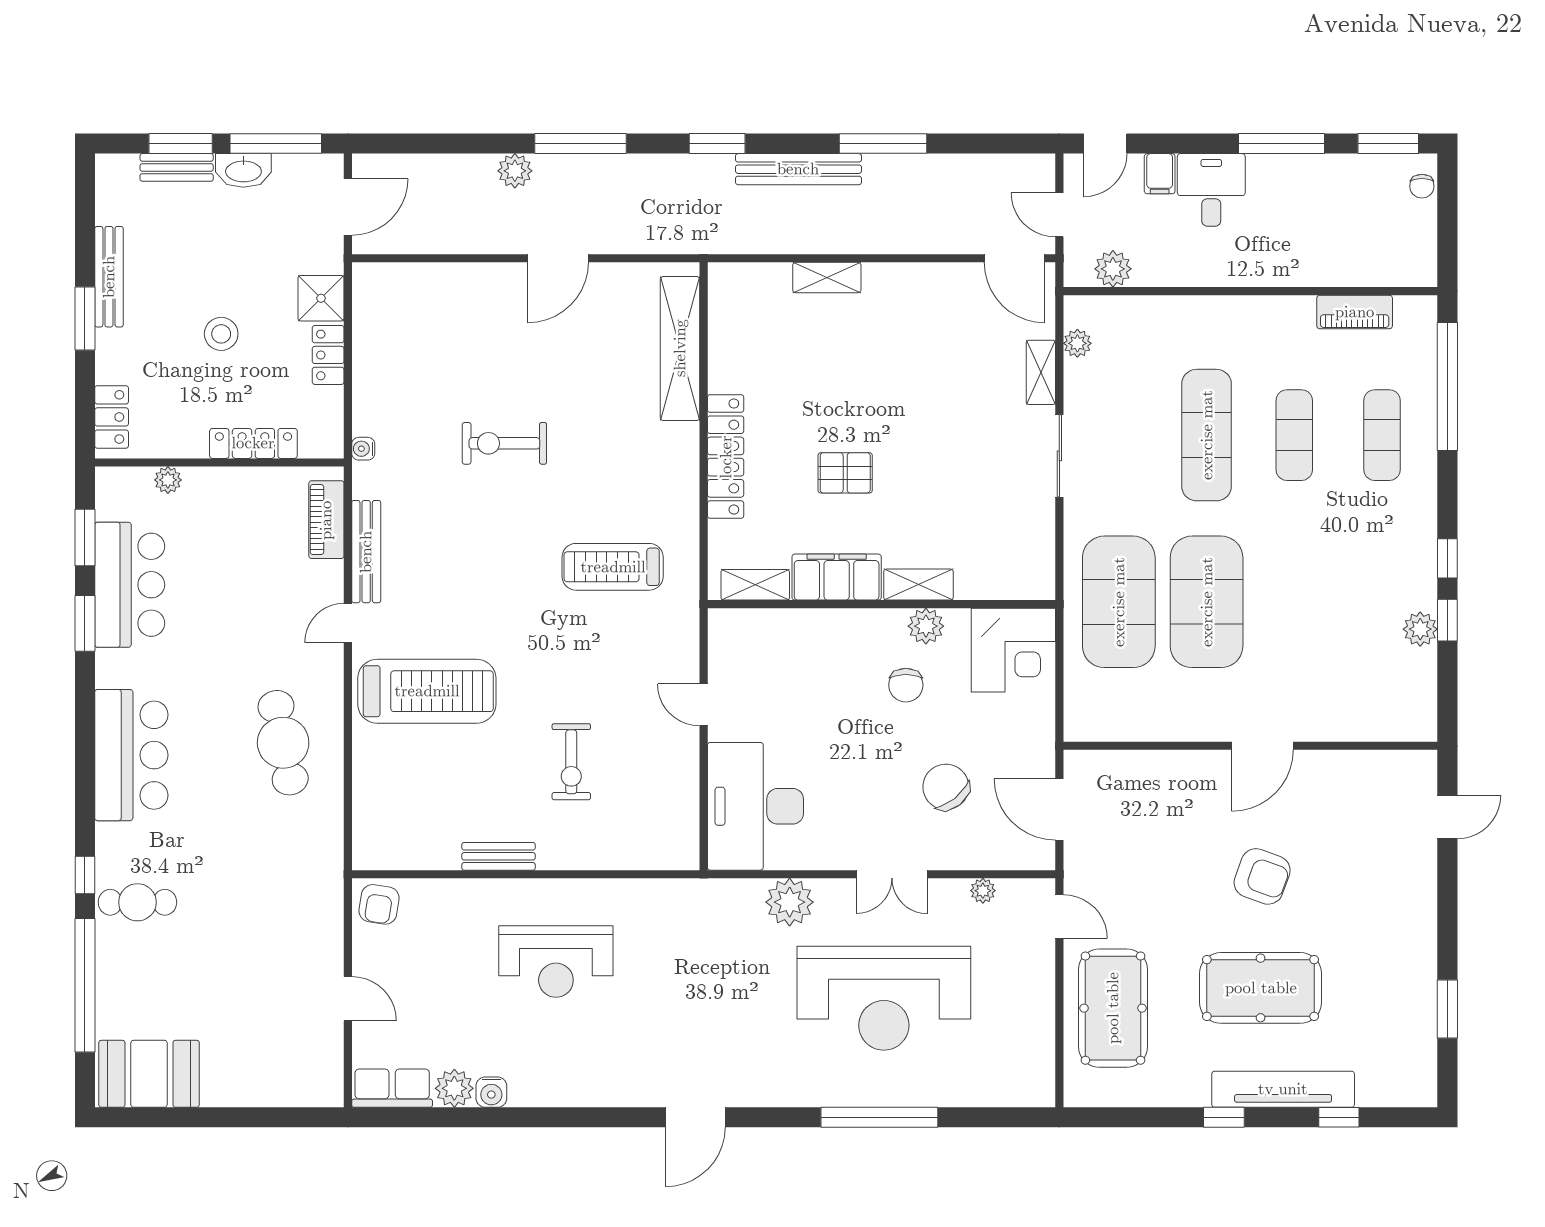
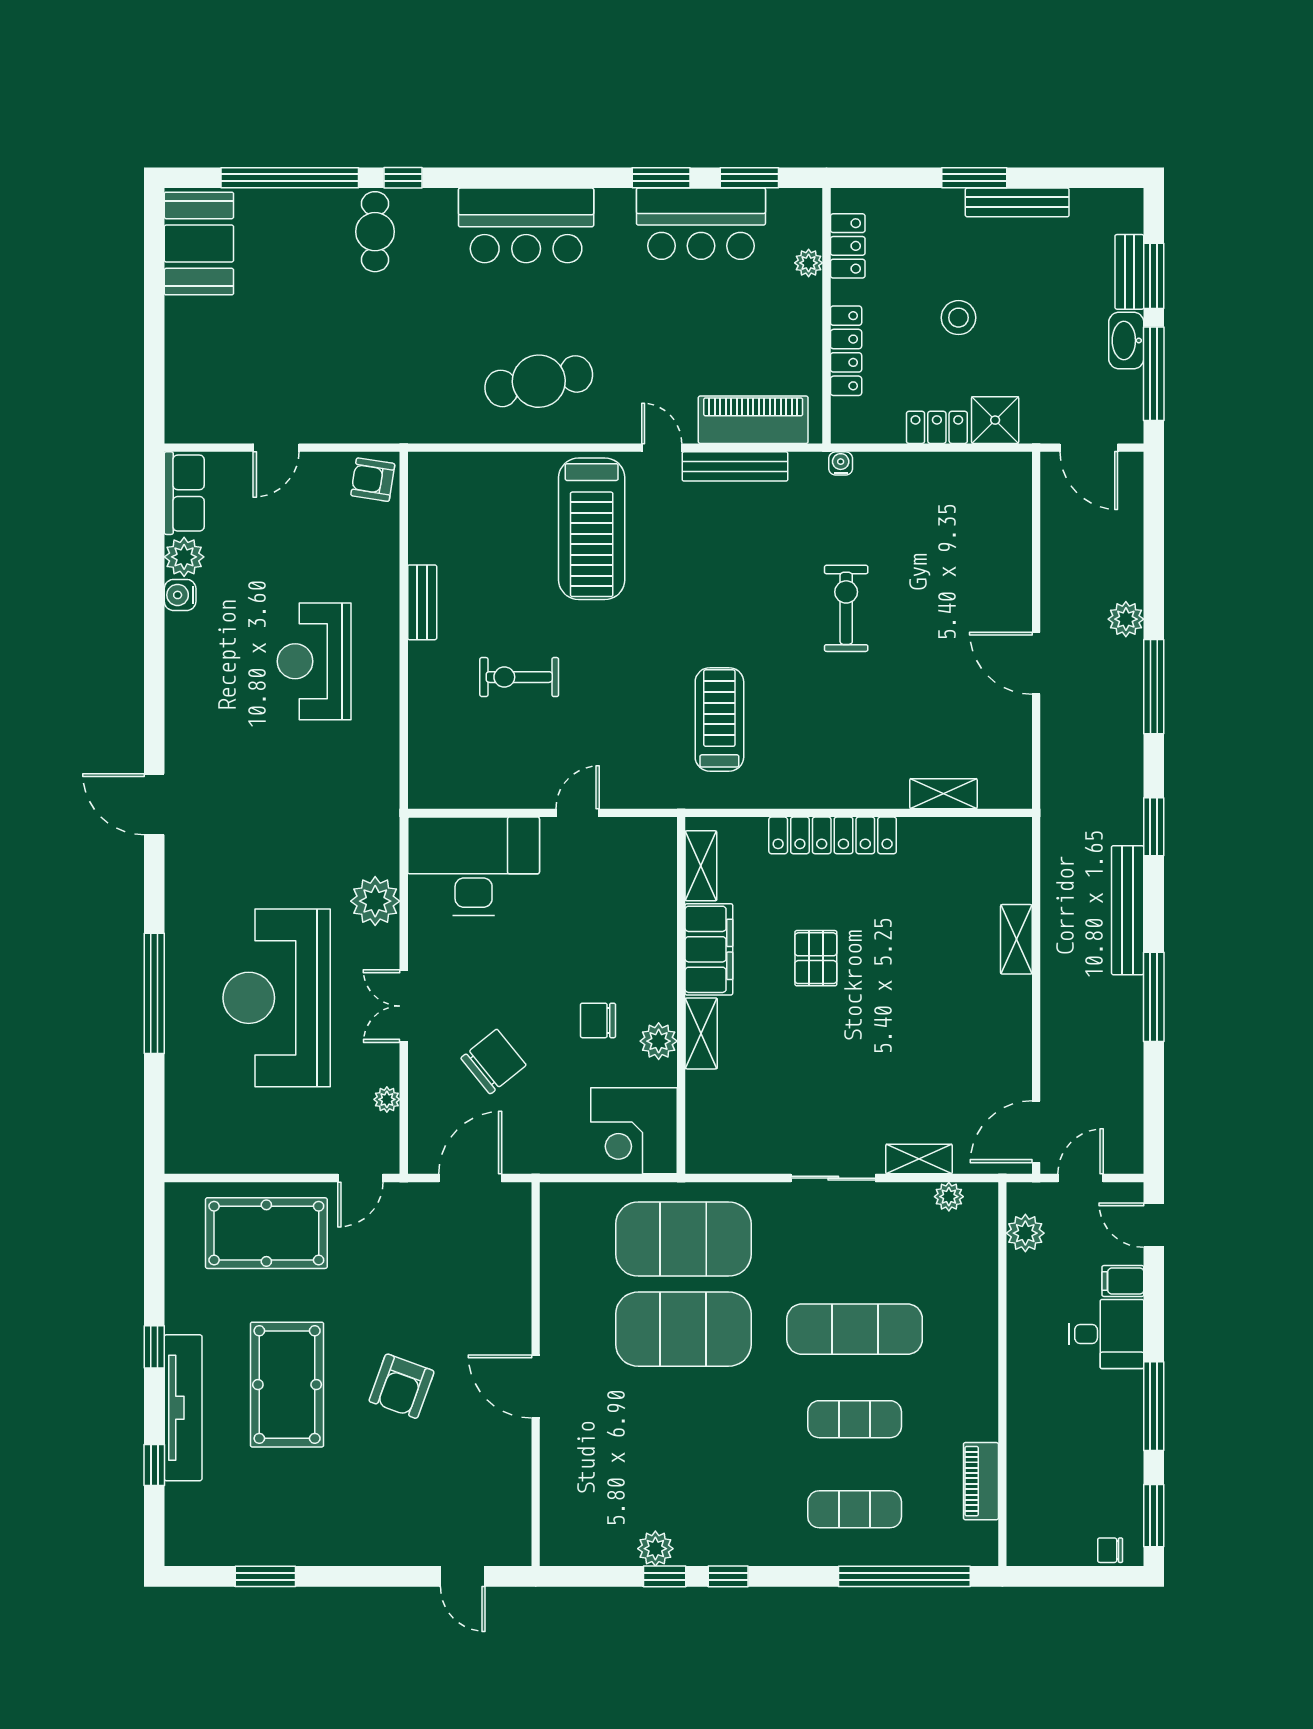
shelving: (680, 348) -> (943, 794), width x0.45, depth x0.75
locker: (112, 417) -> (848, 246), moved, turned -90
piano: (326, 520) -> (753, 420), width x1.37, depth x1.33

